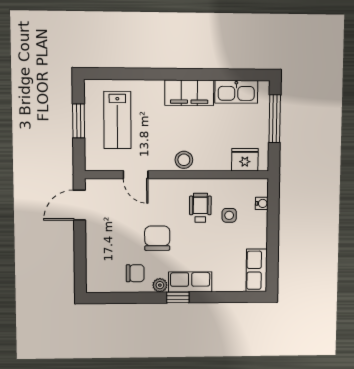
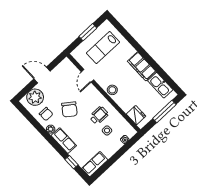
door: (79, 205) -> (42, 75), moved
chair: (157, 238) -> (69, 109), turned 126
plant: (100, 268) -> (35, 97), added
window: (178, 297) -> (72, 162), moved

